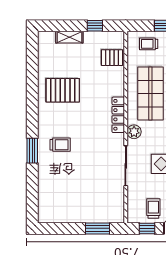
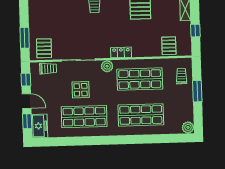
locker: (118, 115) -> (121, 52), width x0.66
pallet: (111, 206) -> (44, 48), added
trolley: (153, 209) -> (48, 69), moved

